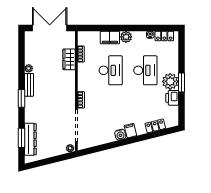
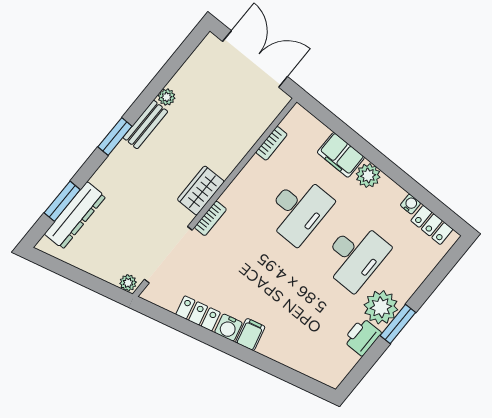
wardrobe: (69, 59) -> (201, 191), moved
locker: (155, 126) -> (198, 313), moved

